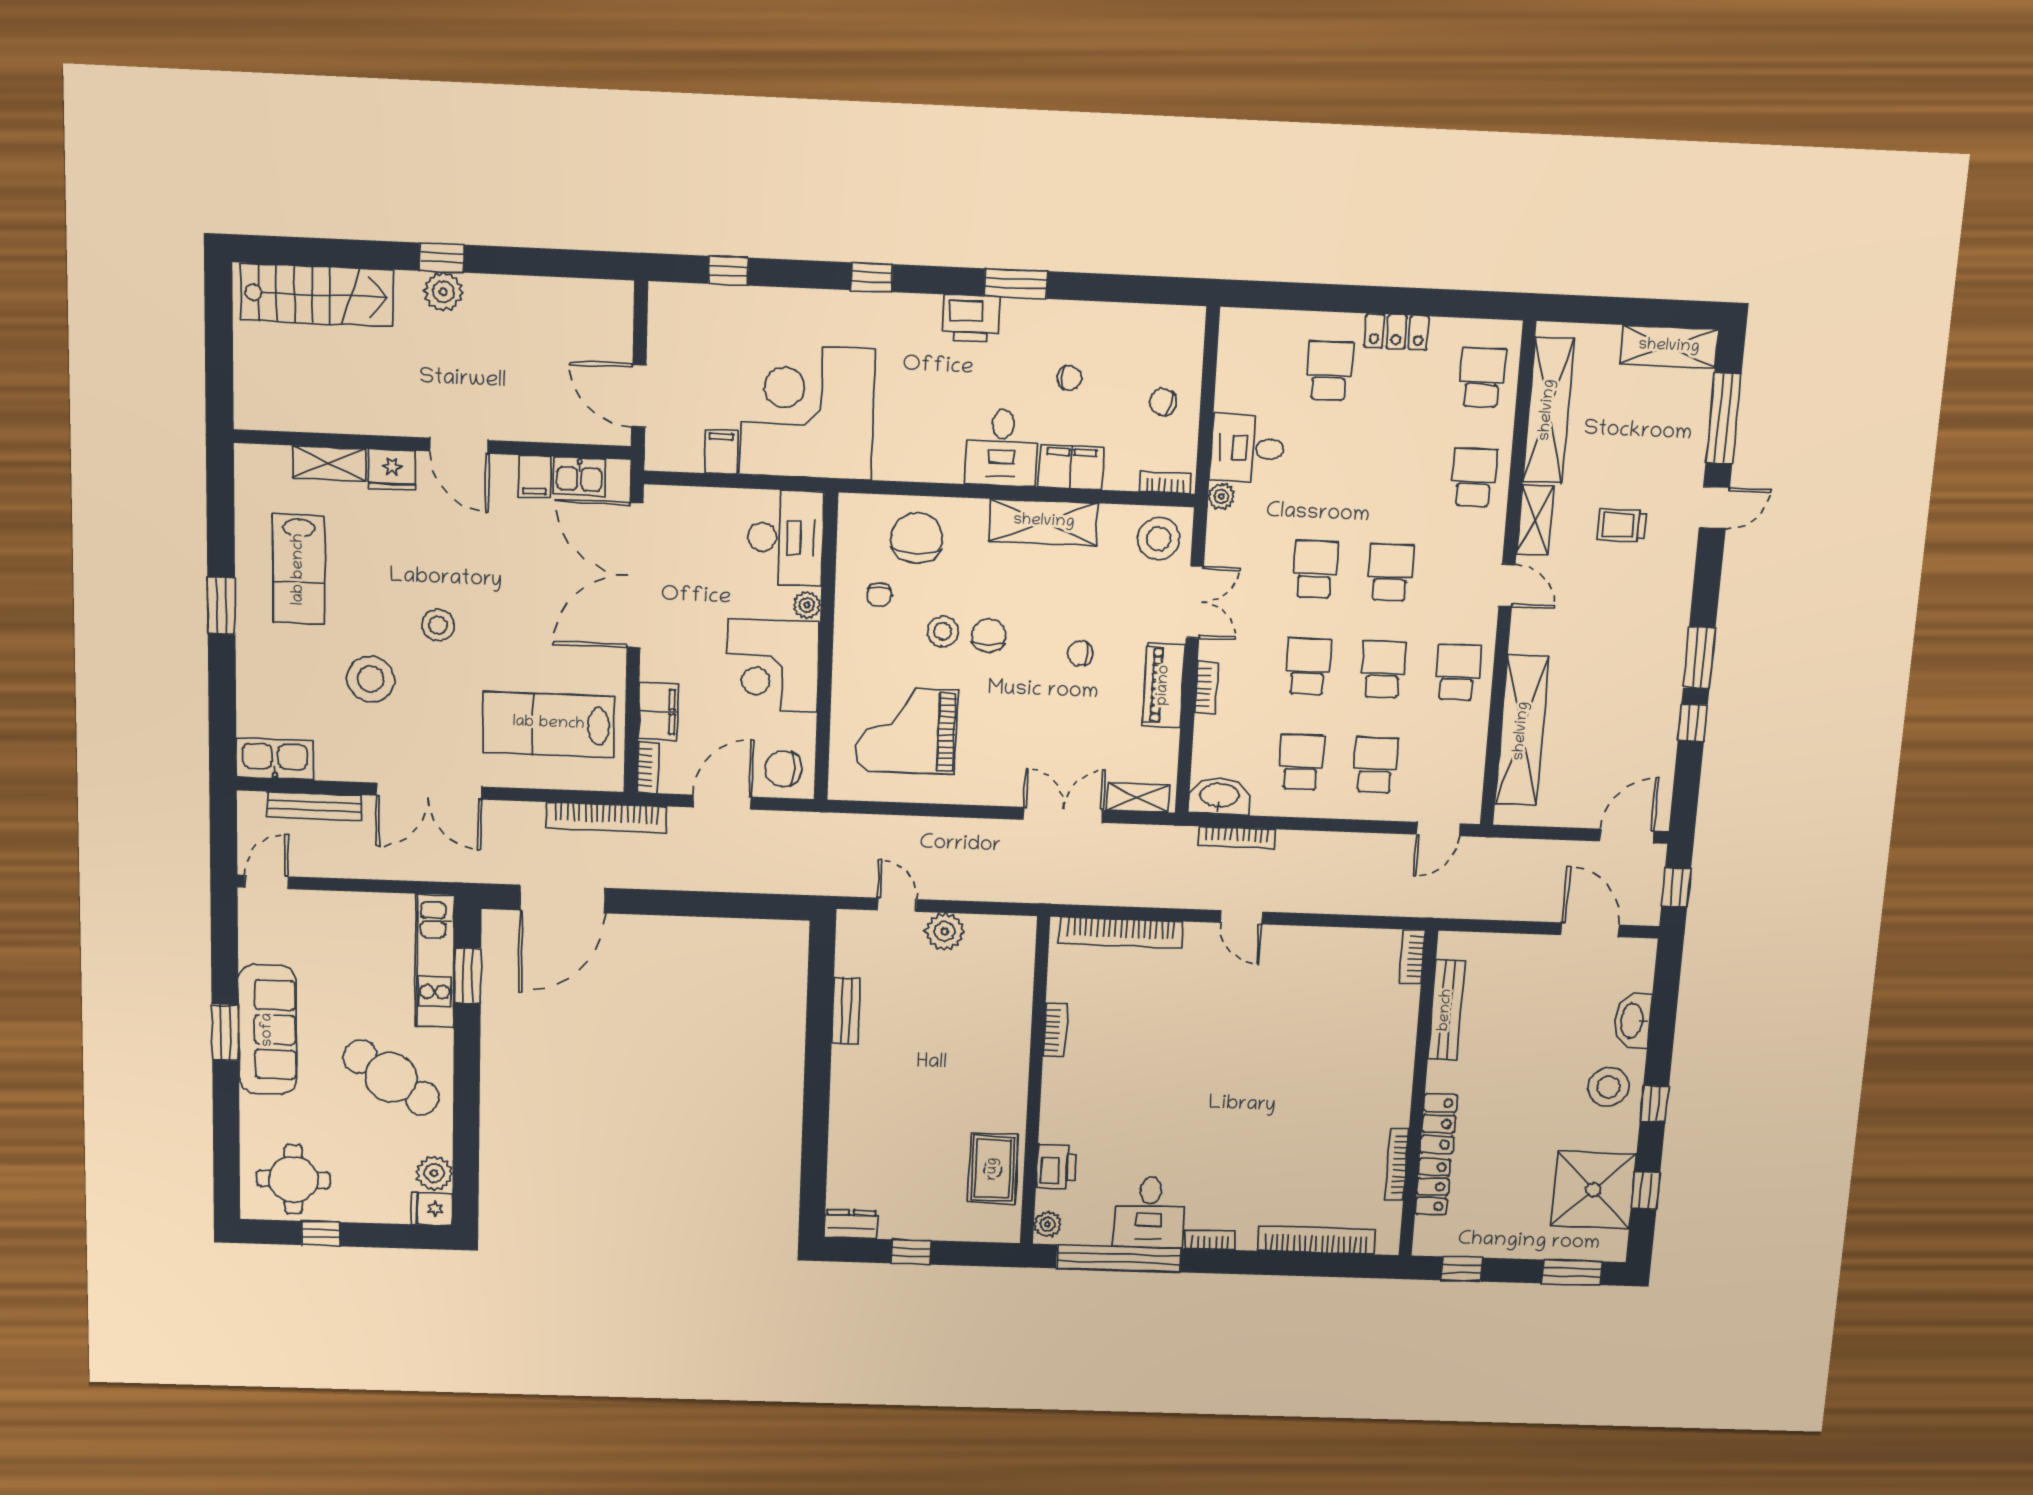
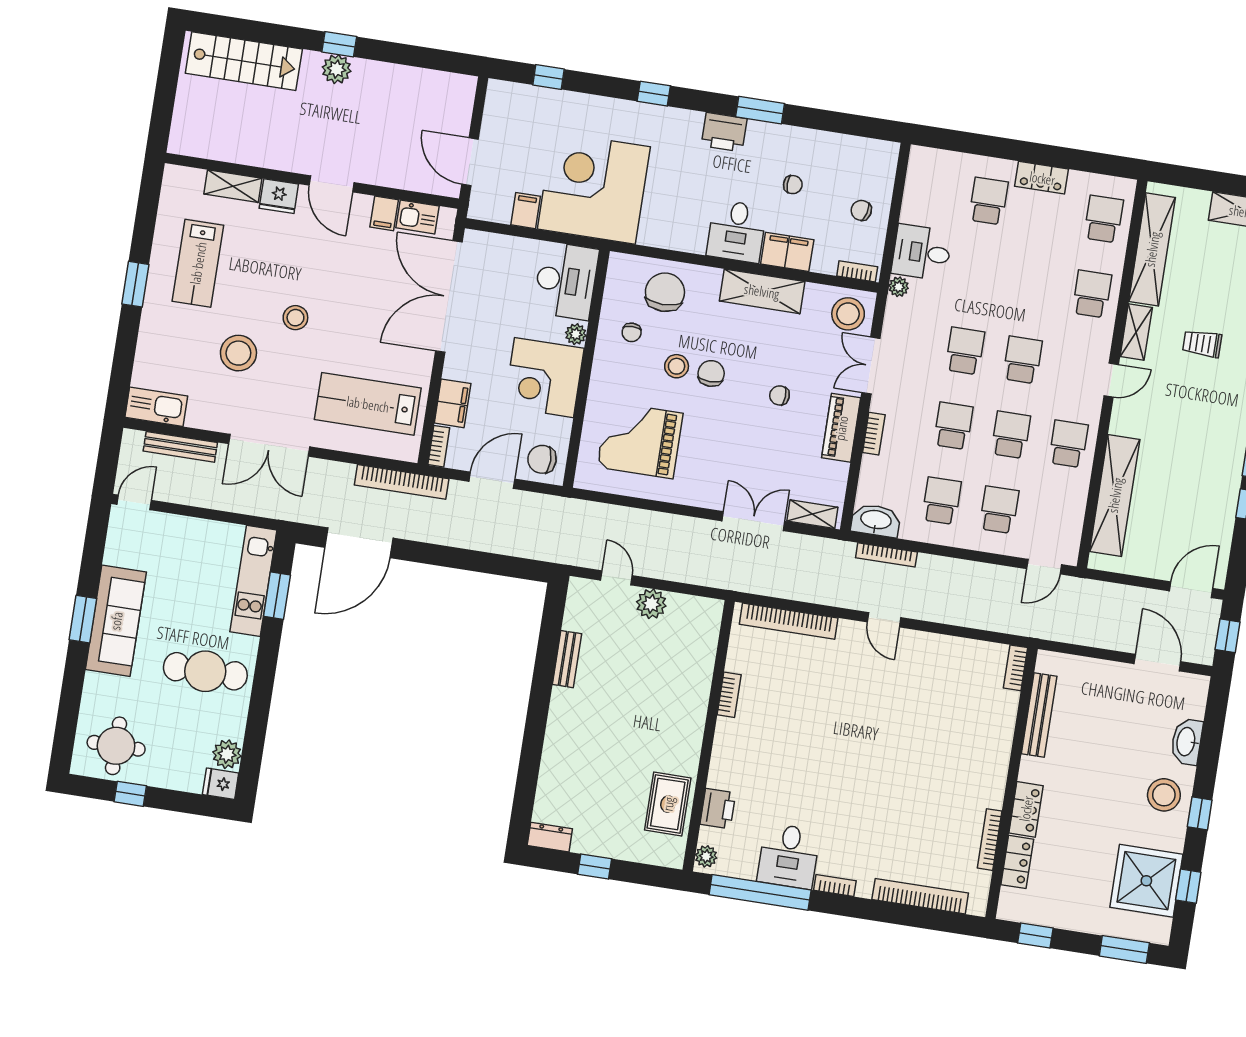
door: (1507, 585) -> (1111, 380), hinge flipped
double door: (1195, 602) -> (871, 366), swing flipped
cafe table: (391, 1077) -> (205, 671), turned -34

